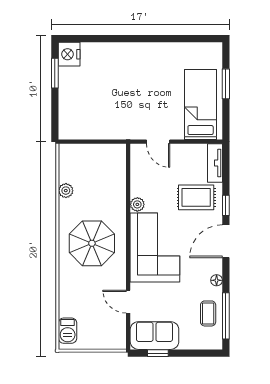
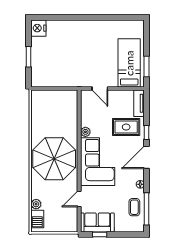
window: (55, 73) -> (29, 57), moved
window: (226, 84) -> (147, 67), moved
plant: (66, 191) -> (36, 204), moved
parasol: (92, 243) -> (54, 159), width x1.36, depth x1.36
door: (128, 302) -> (79, 199), hinge flipped

